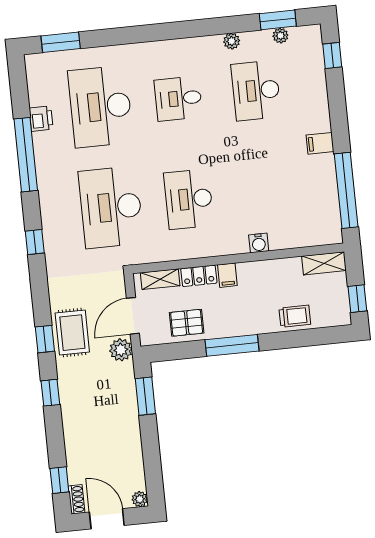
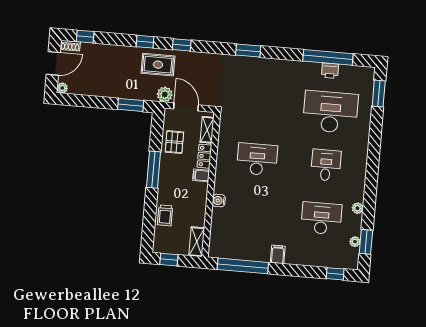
window: (26, 155) -> (328, 57), moved
desk: (111, 207) -> (262, 106), removed
window: (35, 242) -> (248, 51), width x1.50
rug: (72, 333) -> (158, 65), moved

